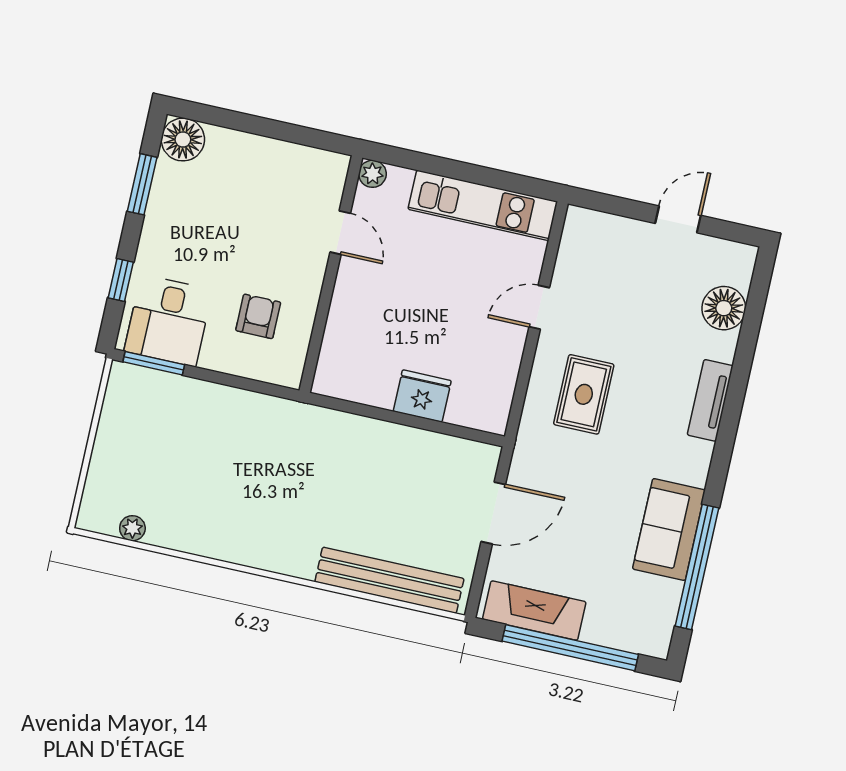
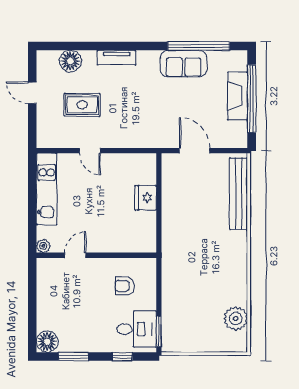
rug: (584, 394) -> (82, 105), moved
plant: (132, 528) -> (236, 318), width x1.87, depth x1.87
fireplace: (534, 611) -> (238, 96), moved

